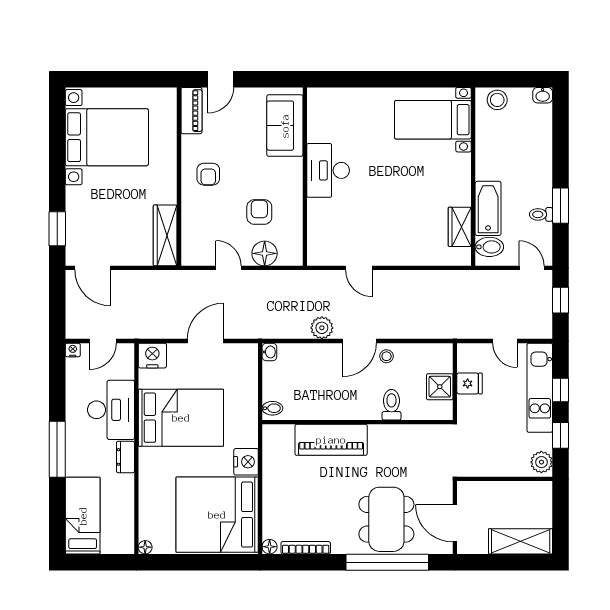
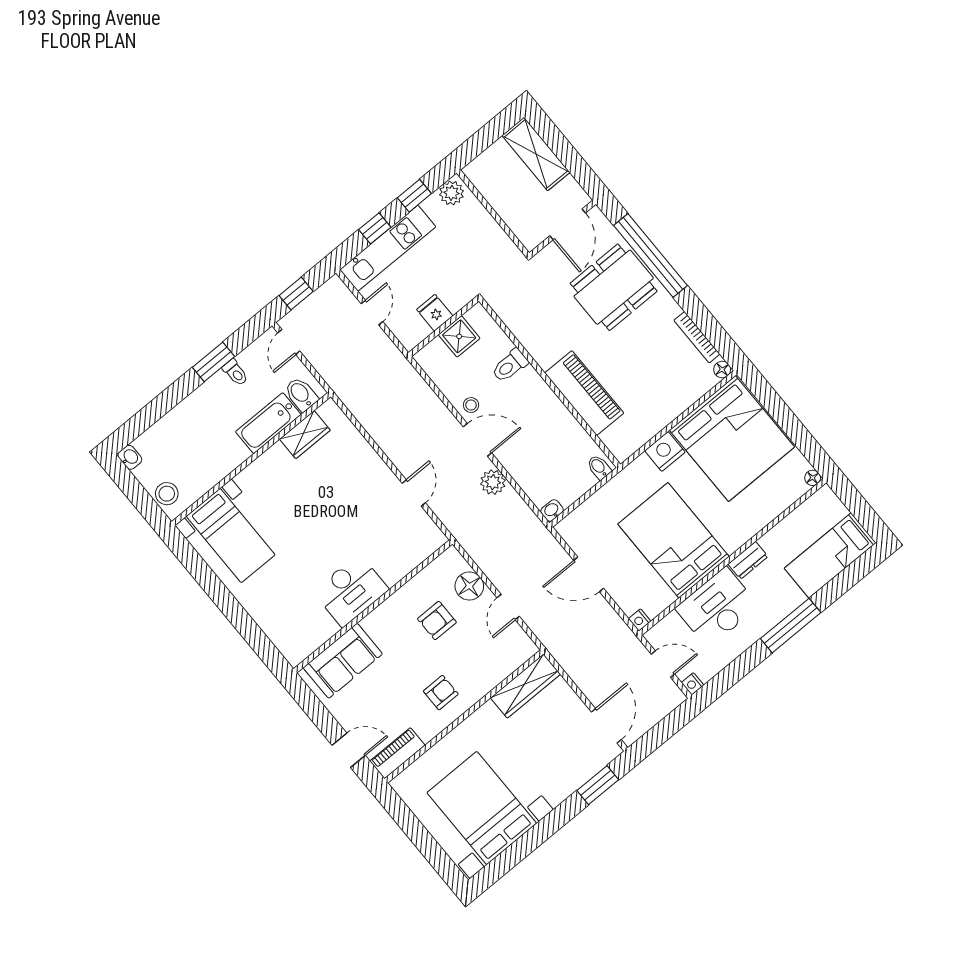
nightstand: (152, 356) -> (640, 620), width x0.53, depth x0.56

